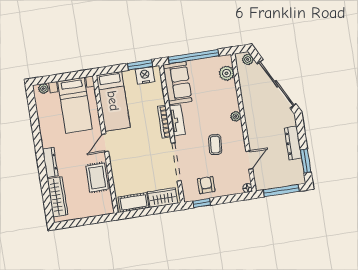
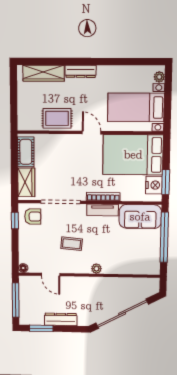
plant: (248, 59) -> (151, 290), removed
plant: (227, 73) -> (141, 267), removed
bed: (113, 101) -> (133, 155), width x1.50
armchair: (206, 185) -> (33, 216), moved

